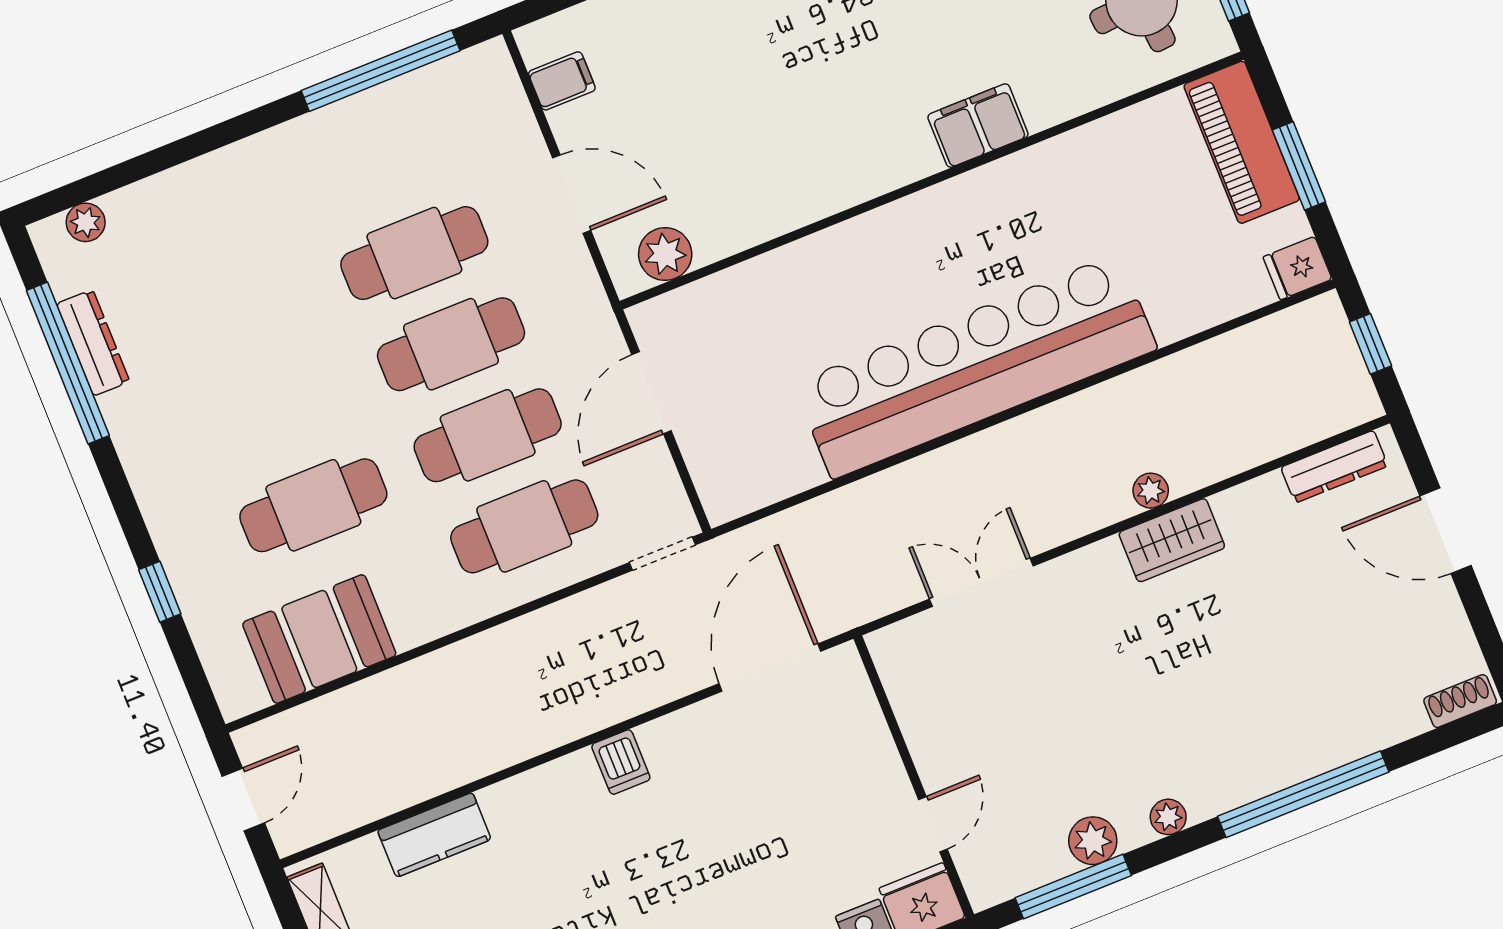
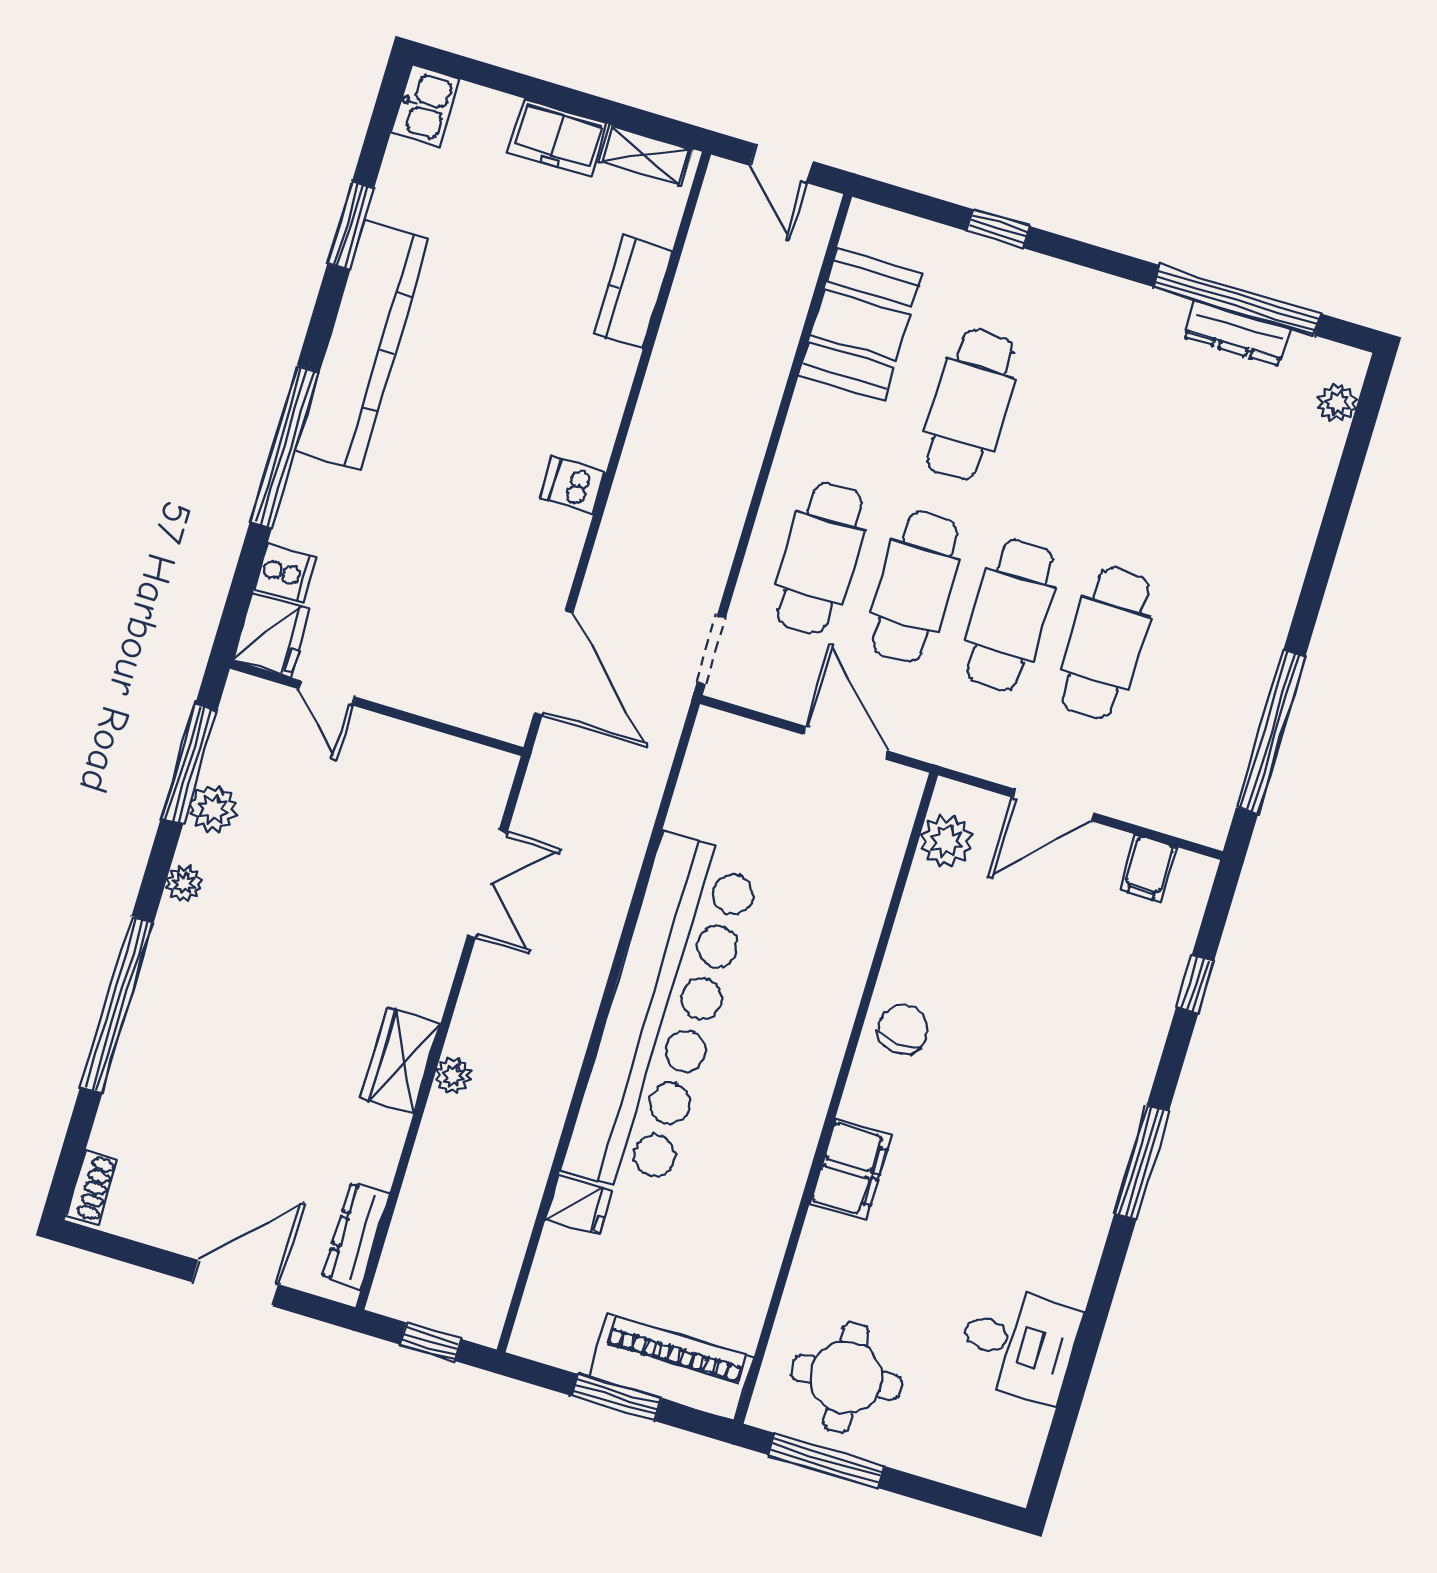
chair: (838, 171) -> (903, 1029), added
fridge: (1297, 268) -> (579, 1205), moved, turned 90

